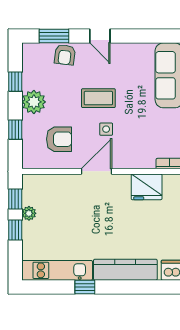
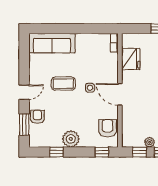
armchair: (65, 55) -> (37, 117), turned -97
coffee table: (98, 98) -> (63, 84), moved, turned 90
window: (15, 130) -> (102, 152), moved
armchair: (59, 139) -> (108, 128), moved

